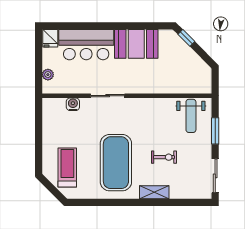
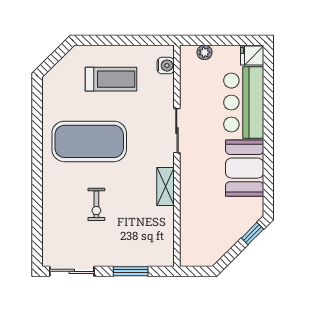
water cooler: (73, 104) -> (166, 66), moved
weight bench: (191, 116) -> (150, 240), removed
treadmill: (67, 167) -> (111, 79), moved
shelving: (154, 192) -> (165, 187), moved

